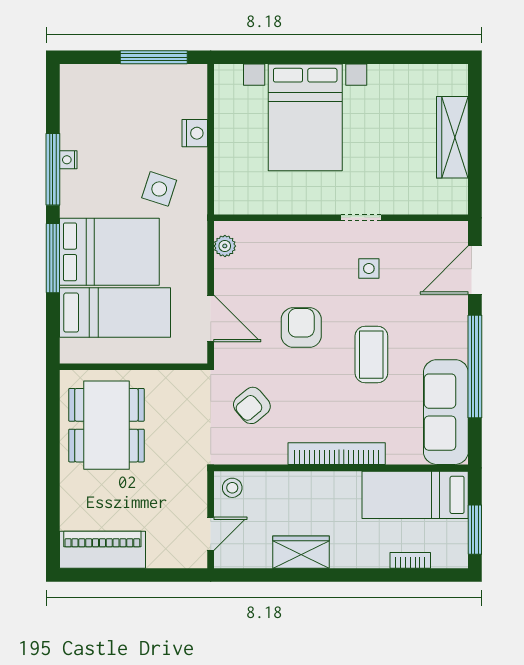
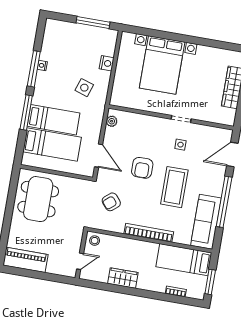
bed: (109, 252) -> (54, 120), width x0.67
armchair: (301, 328) -> (142, 168), turned 180
coffee table: (371, 355) -> (174, 187), width x1.36, depth x1.32

